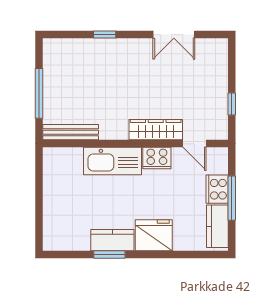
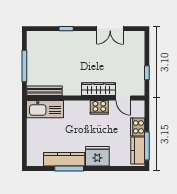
kitchen sink: (112, 161) -> (45, 109), moved
window: (232, 198) -> (147, 146), moved
kitchen counter: (112, 240) -> (64, 159), width x1.50
window: (109, 254) -> (69, 168), width x1.44

